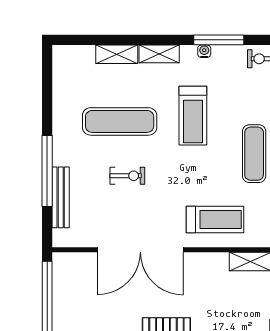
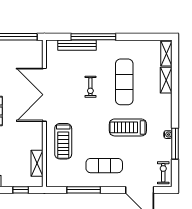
shelving: (159, 54) -> (166, 54), moved

